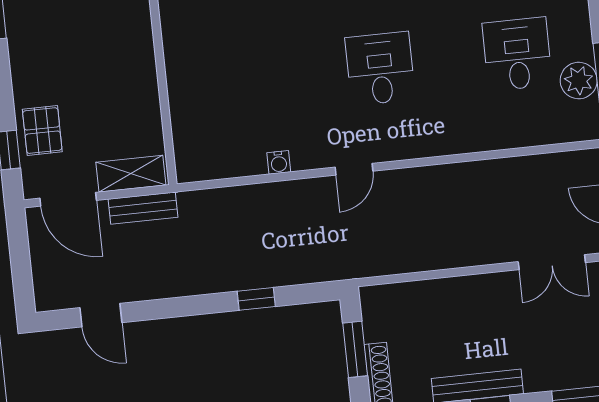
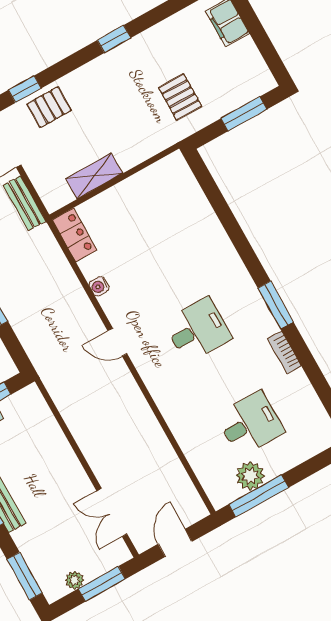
locker: (206, 165) -> (75, 235), added
shelving: (131, 174) -> (94, 176), moved, turned 90

